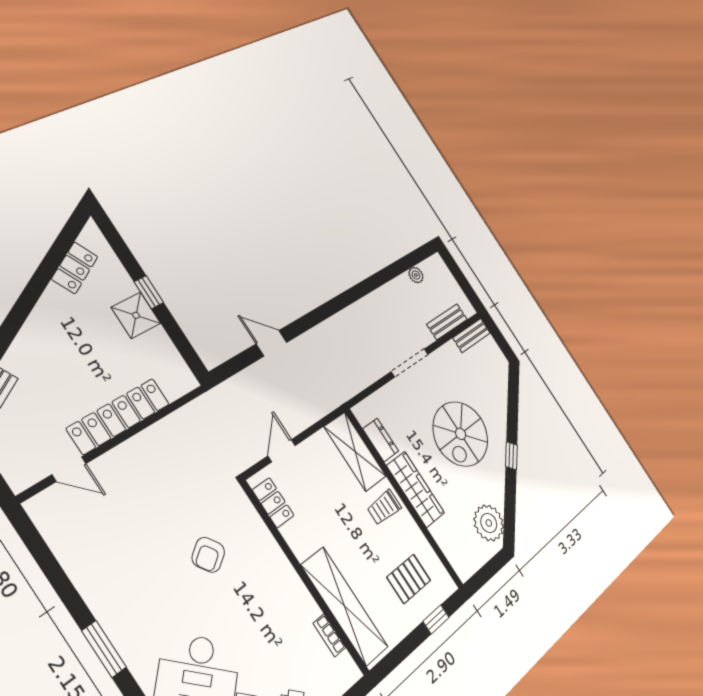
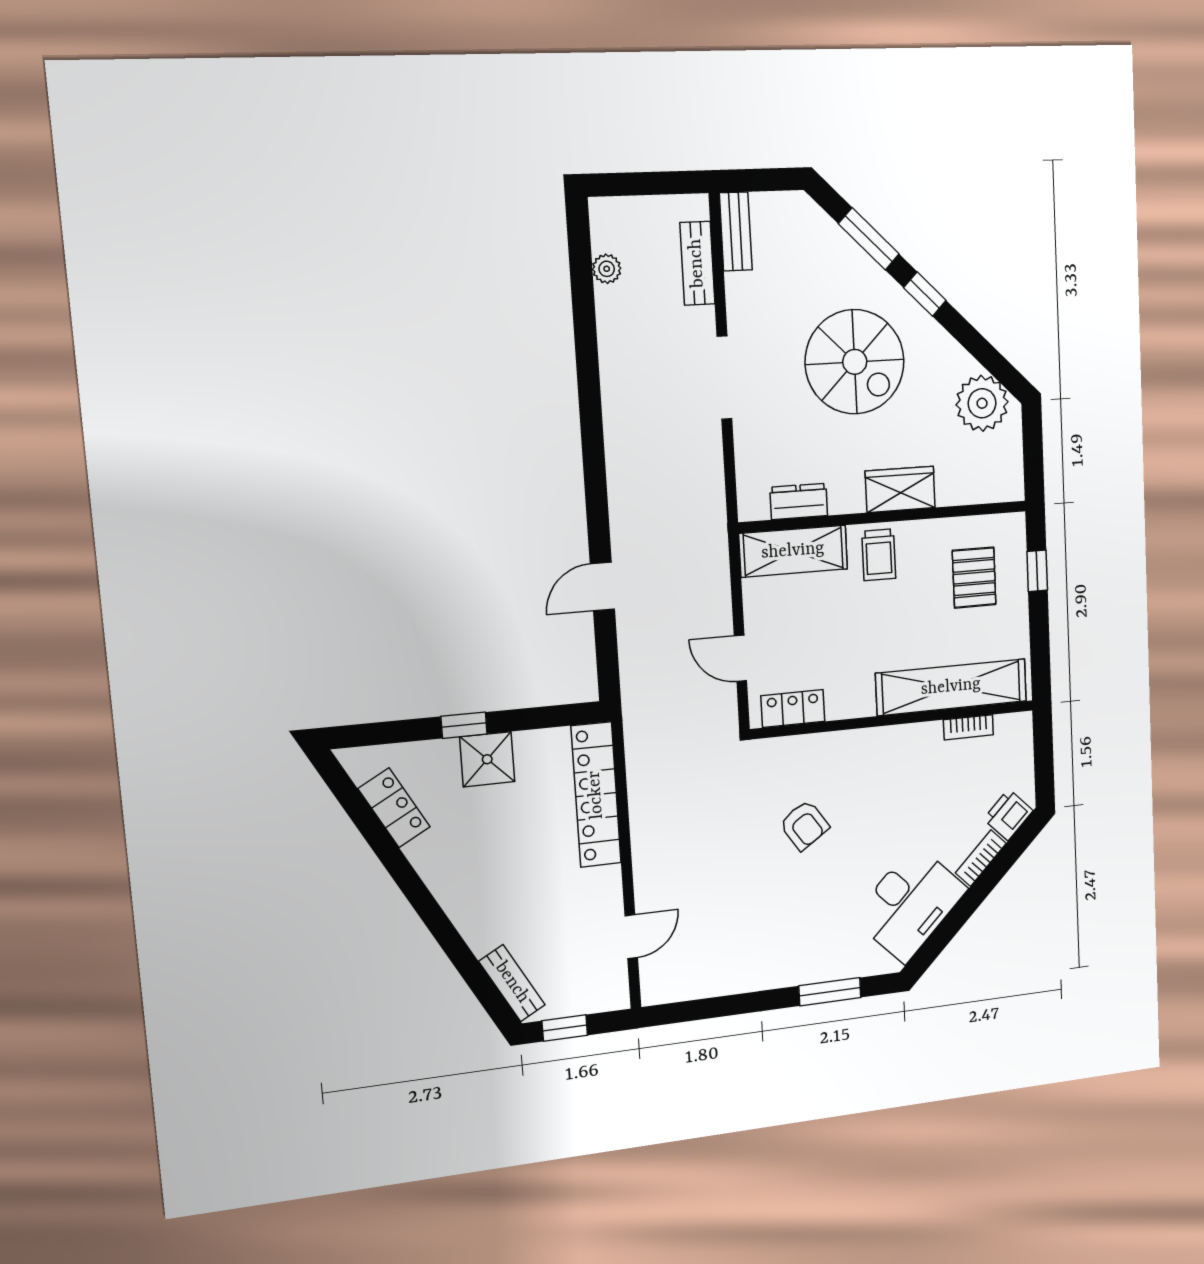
window: (513, 409) -> (869, 239), added
locker: (119, 416) -> (596, 795), moved
wardrobe: (416, 489) -> (900, 489), width x0.67

